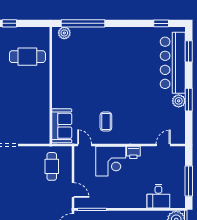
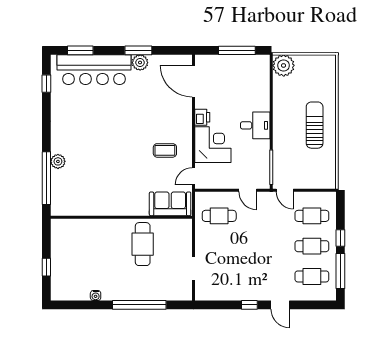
plant: (64, 33) -> (58, 161), moved
cafe table: (27, 57) -> (143, 244), moved
door: (163, 145) -> (193, 81), width x1.87
door: (73, 190) -> (248, 190), swing flipped
desk: (158, 196) -> (255, 125), moved

